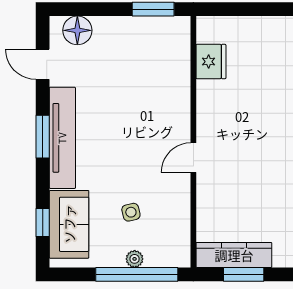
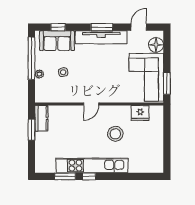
corner sofa: (141, 49) -> (146, 77), added
stool: (252, 110) -> (115, 134), added
door: (193, 158) -> (91, 104), swing flipped
kitchen counter: (234, 255) -> (41, 118), width x0.67
window: (137, 274) -> (31, 58), moved

